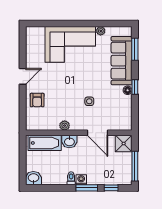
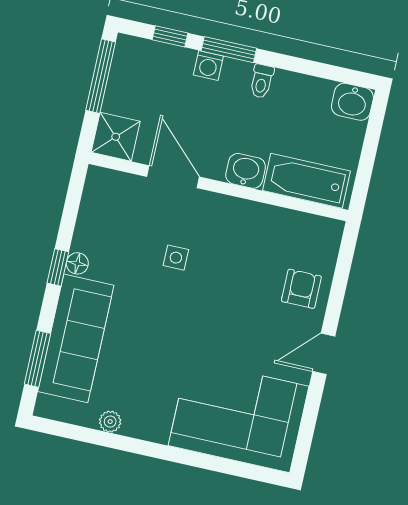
corner sofa: (70, 44) -> (239, 416), moved
plant: (65, 126) -> (249, 212), removed
washing machine: (81, 180) -> (208, 65), moved

